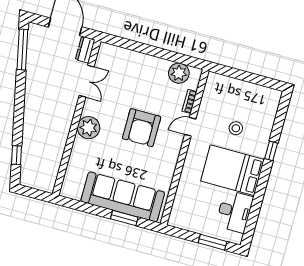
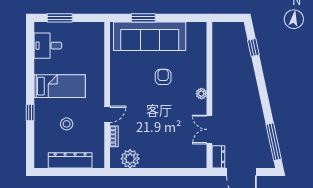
dresser: (243, 89) -> (70, 160), added
plant: (89, 128) -> (201, 94), width x0.53, depth x0.53
armchair: (142, 128) -> (163, 77), moved, width x0.53, depth x0.53
bed: (232, 170) -> (60, 86), width x0.67
desk: (234, 211) -> (48, 46), width x0.73

